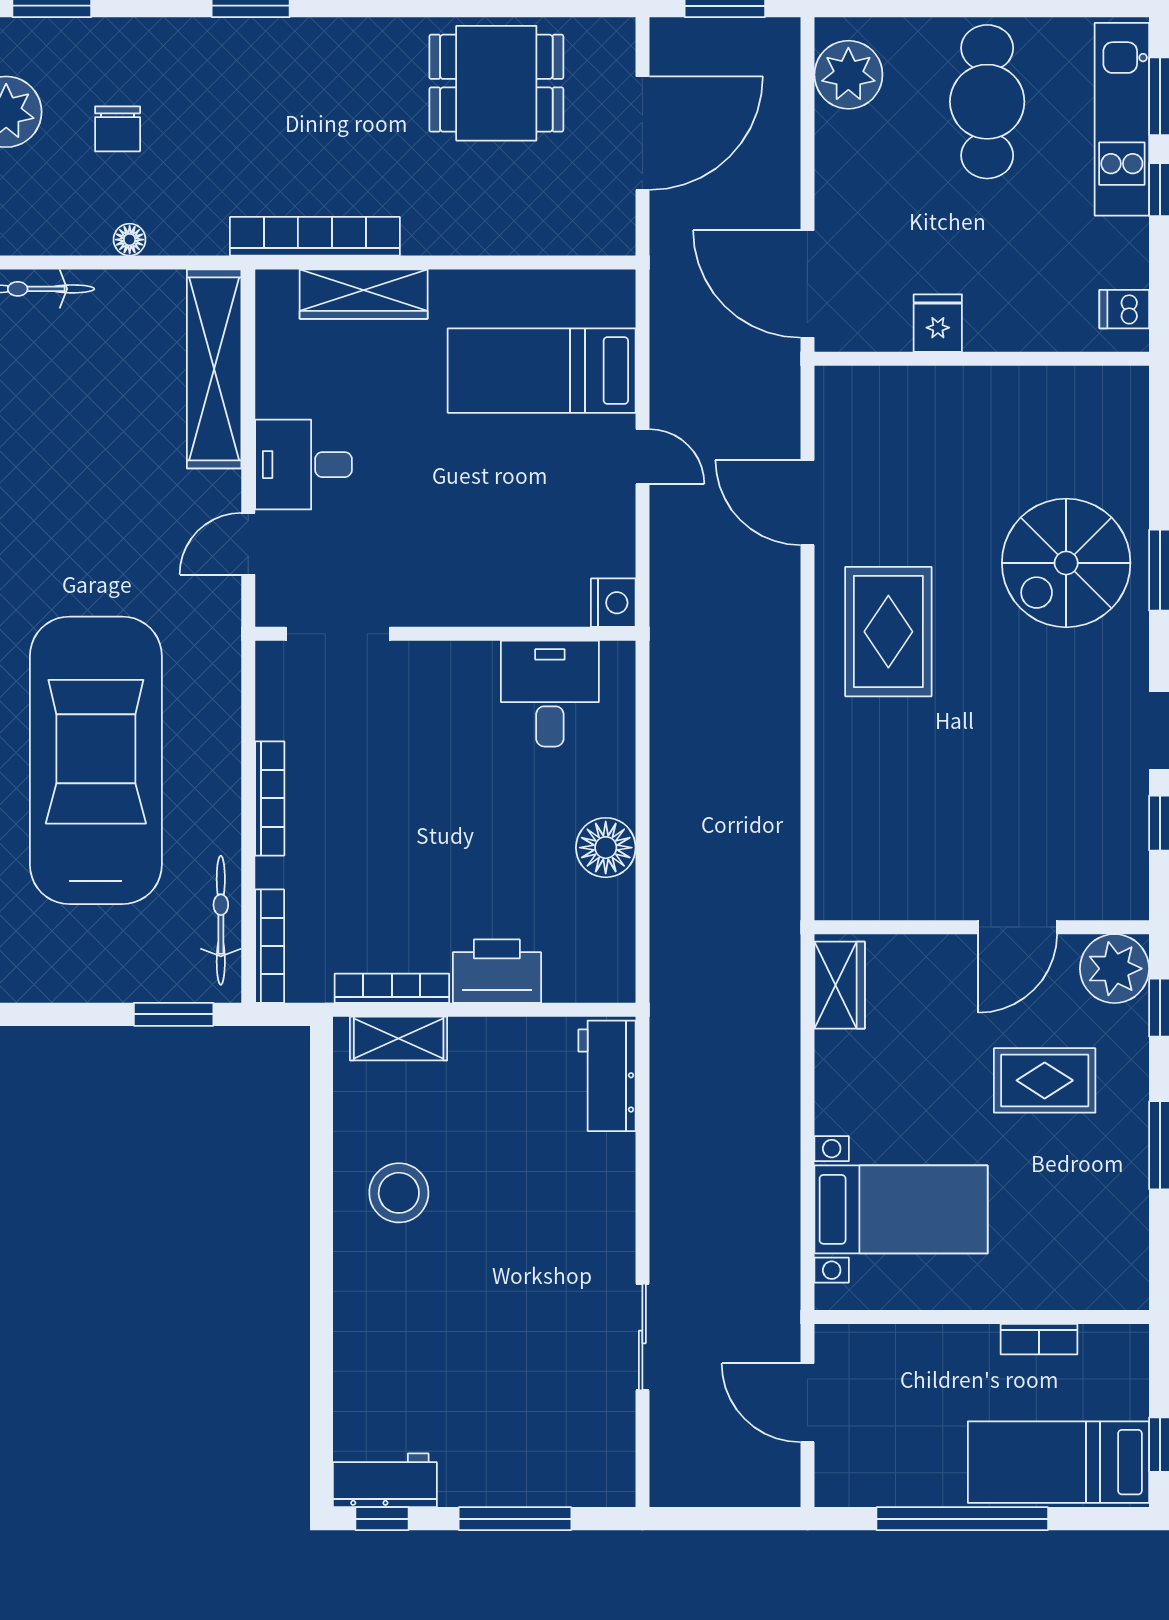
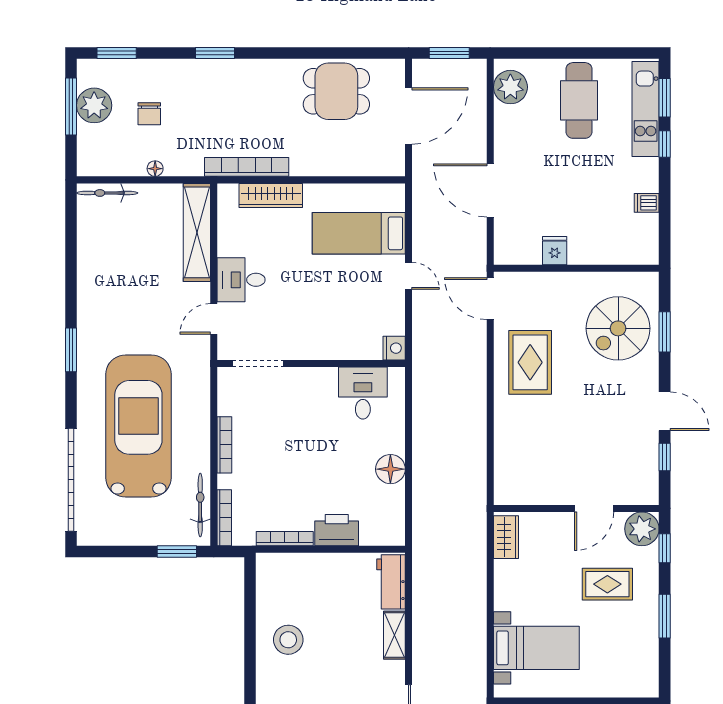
fridge: (938, 323) -> (555, 251), moved
wall: (982, 359) -> (576, 268), moved
shelving: (399, 1038) -> (394, 635), moved, turned 90

